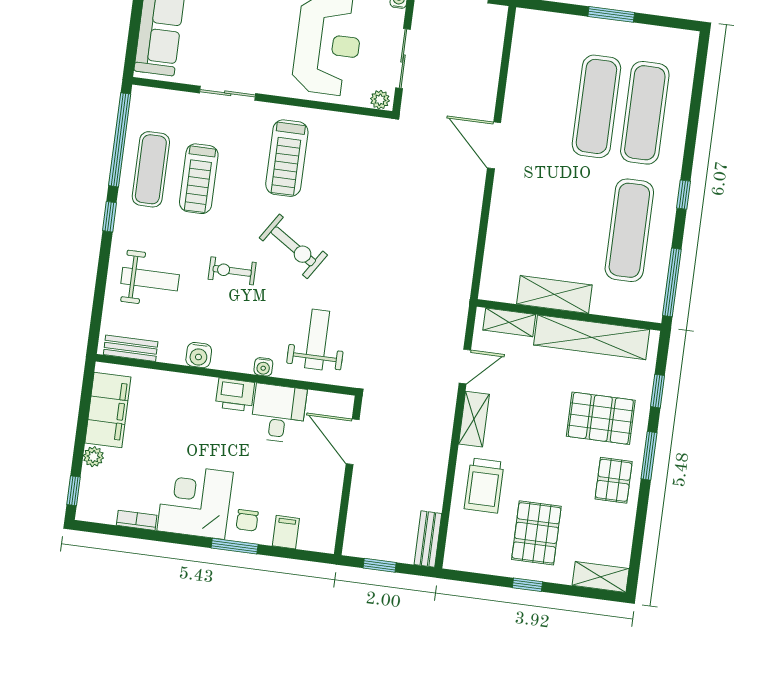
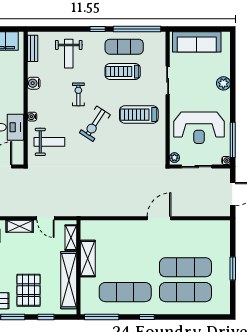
printer: (235, 395) -> (16, 104), removed

